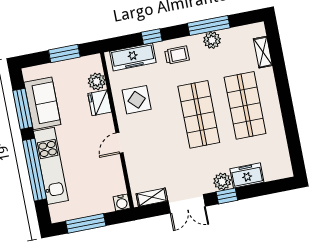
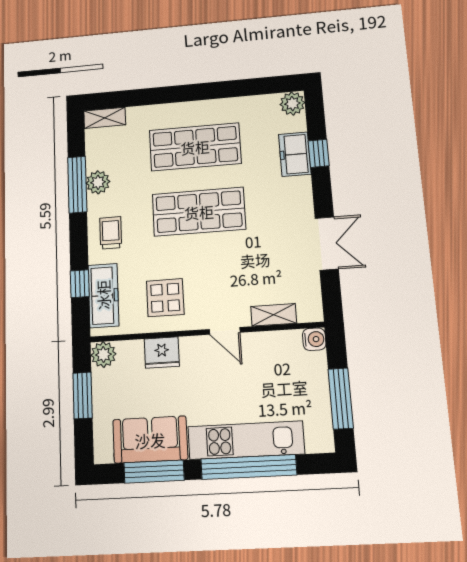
window: (152, 37) -> (80, 284), moved
shelving: (263, 52) -> (105, 118), moved
plant: (97, 81) -> (103, 355), moved
plant: (222, 181) -> (292, 104), moved
window: (227, 196) -> (319, 153), moved
shelving: (152, 197) -> (274, 315), moved, turned 90

